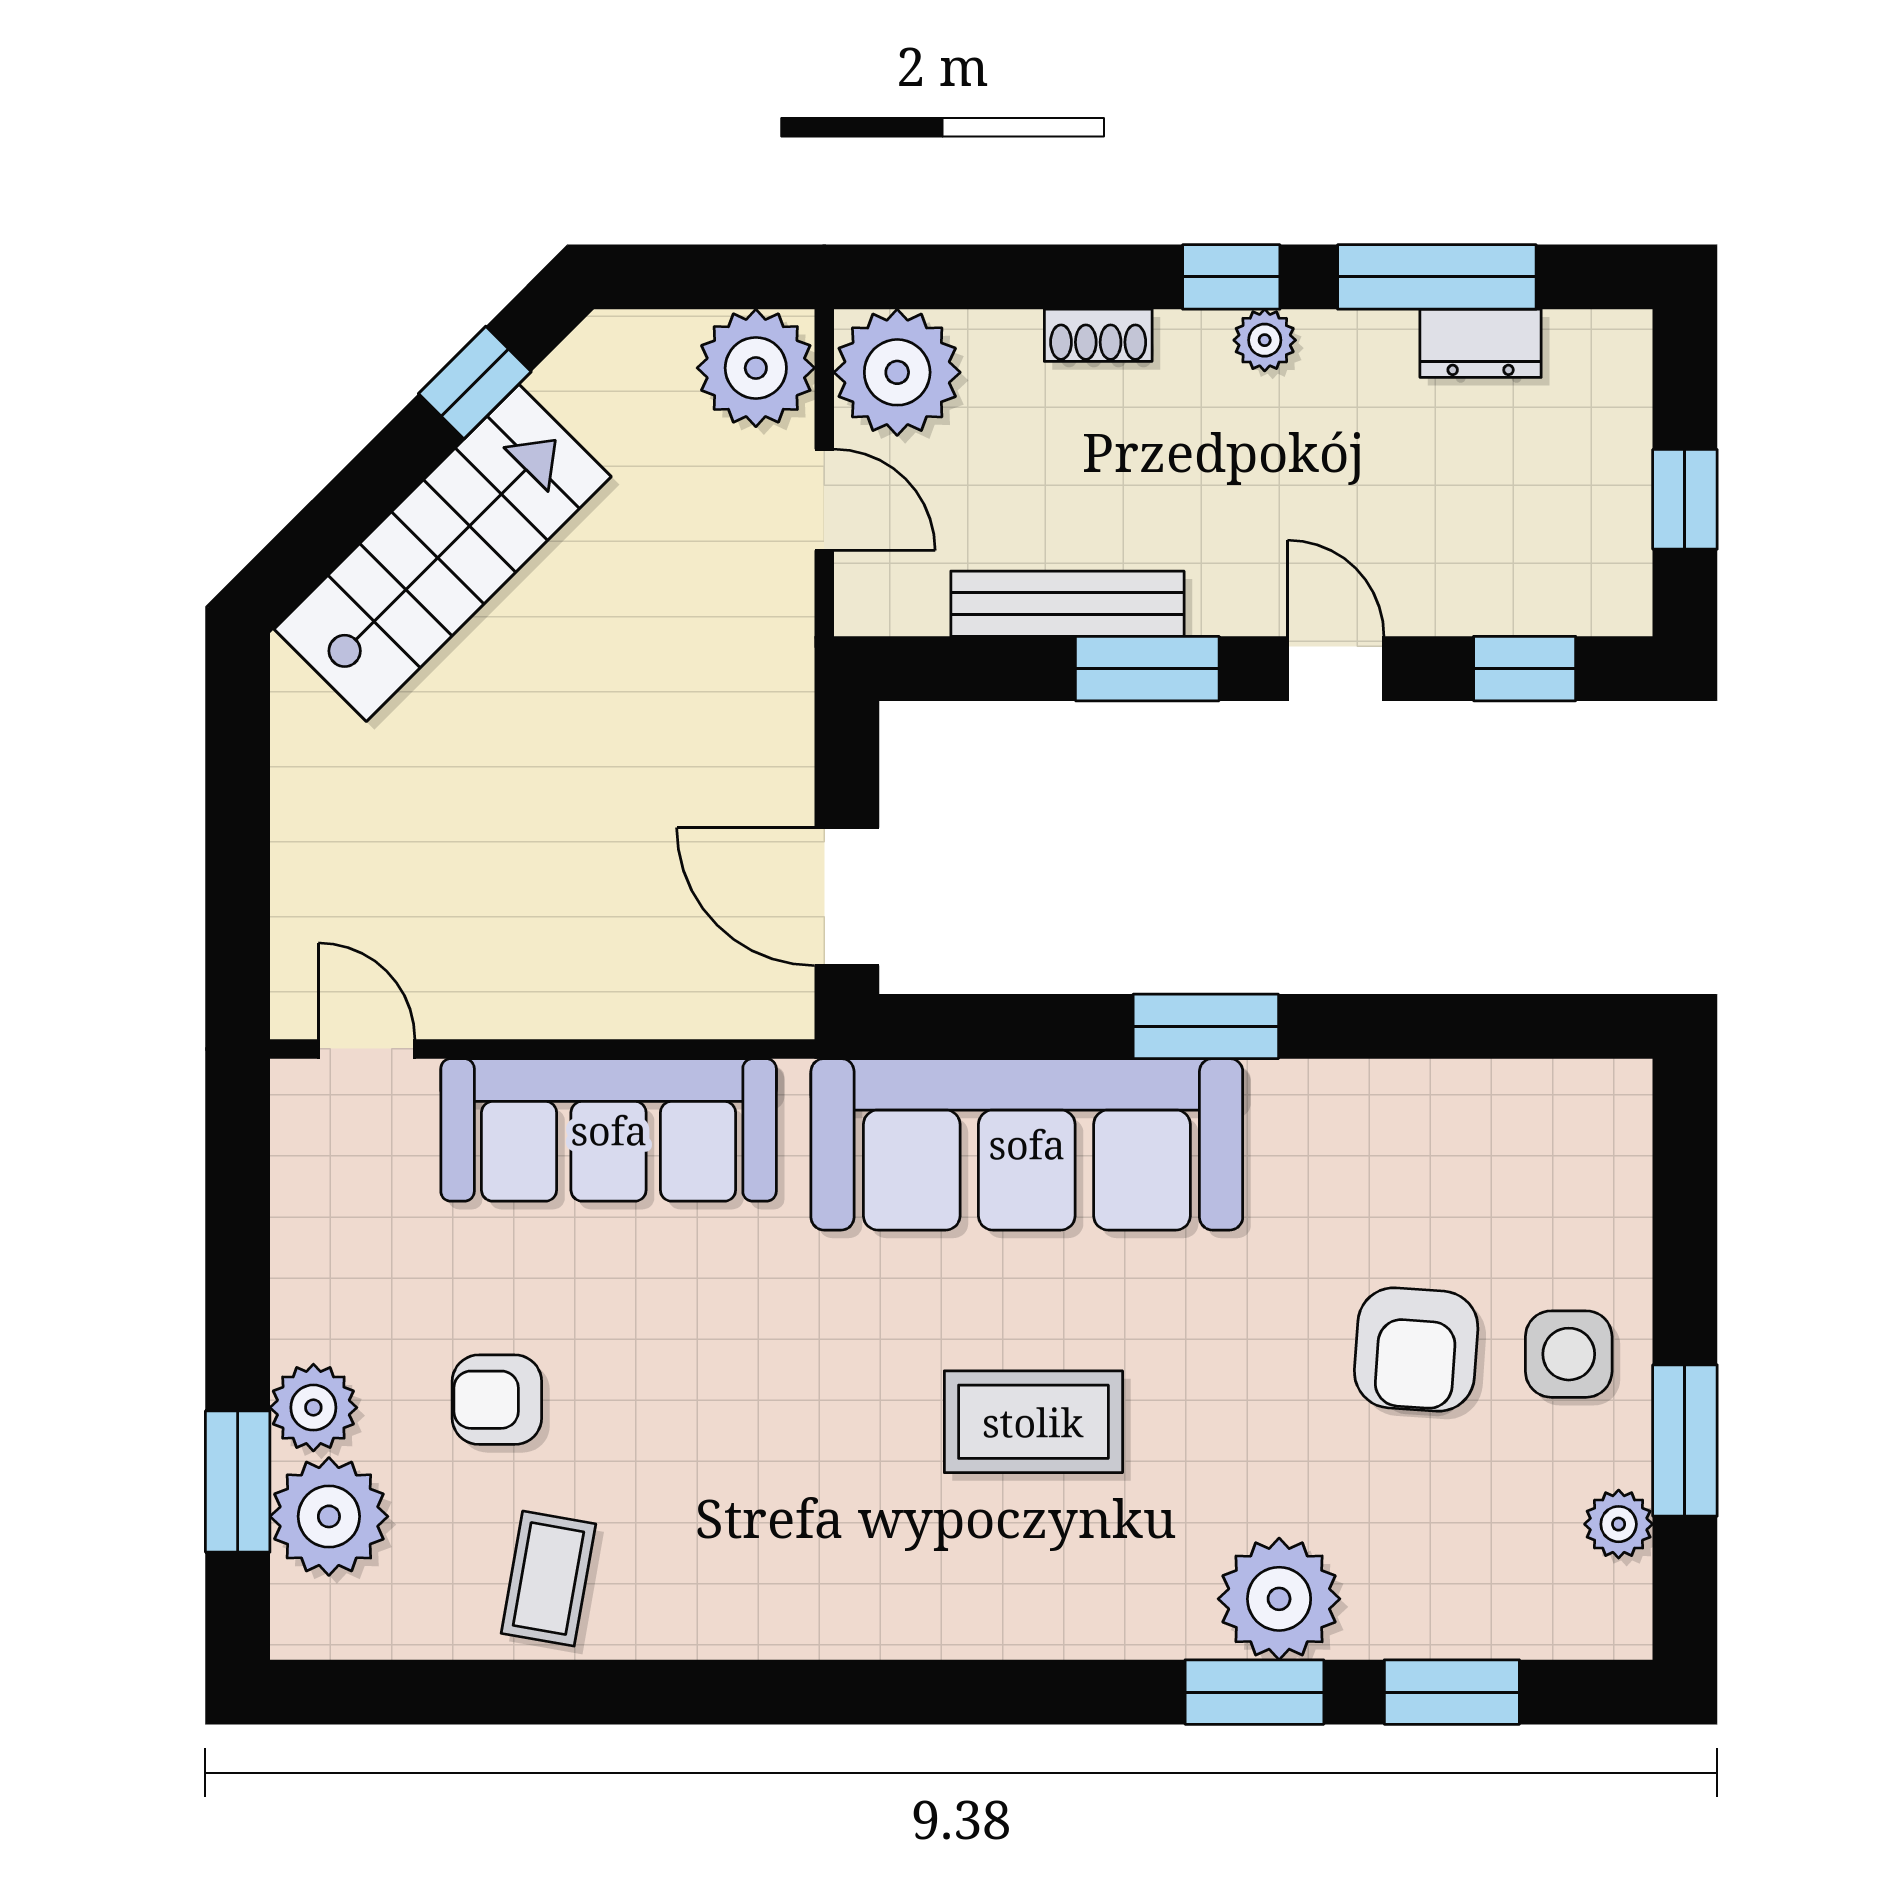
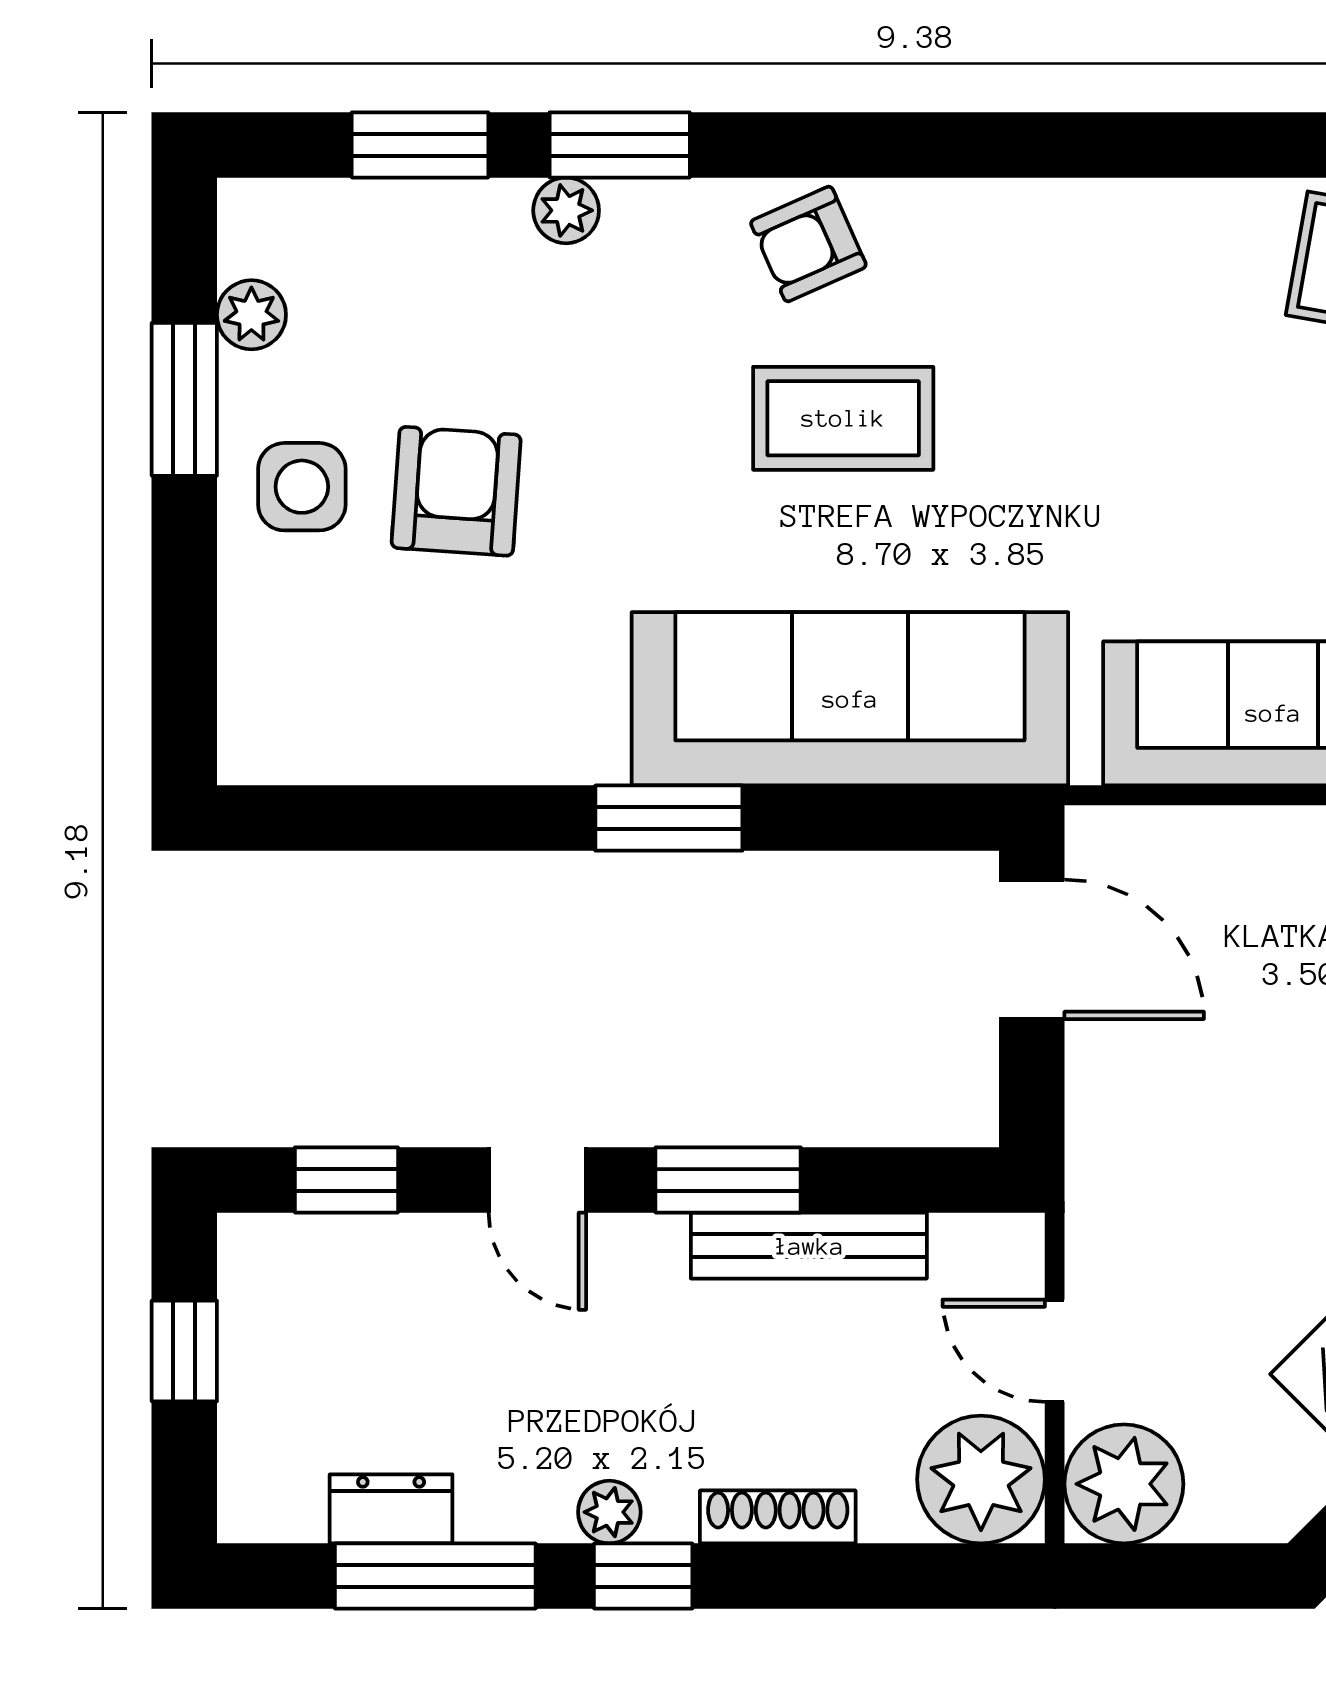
shoe rack: (1098, 335) -> (778, 1517), width x1.43
armchair: (1068, 1594) -> (808, 244), added
plant: (1279, 1599) -> (566, 210), width x0.53, depth x0.53

